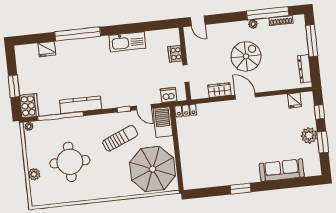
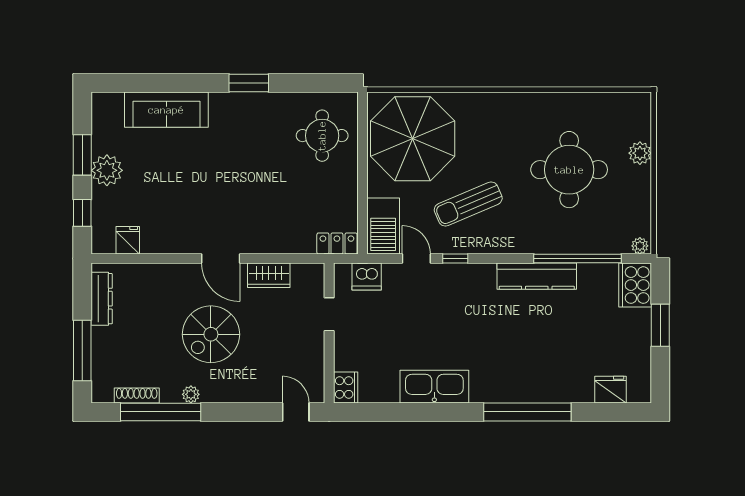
fridge: (47, 49) -> (610, 390), moved
cooker: (175, 54) -> (346, 388), moved
round table: (200, 165) -> (322, 136), added

